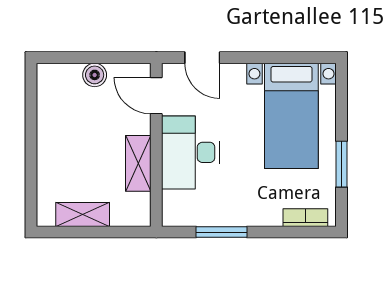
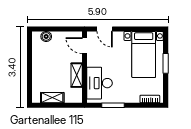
boiler: (95, 75) -> (46, 36), moved
desk: (191, 152) -> (99, 83), moved
window: (342, 164) -> (166, 63), moved

